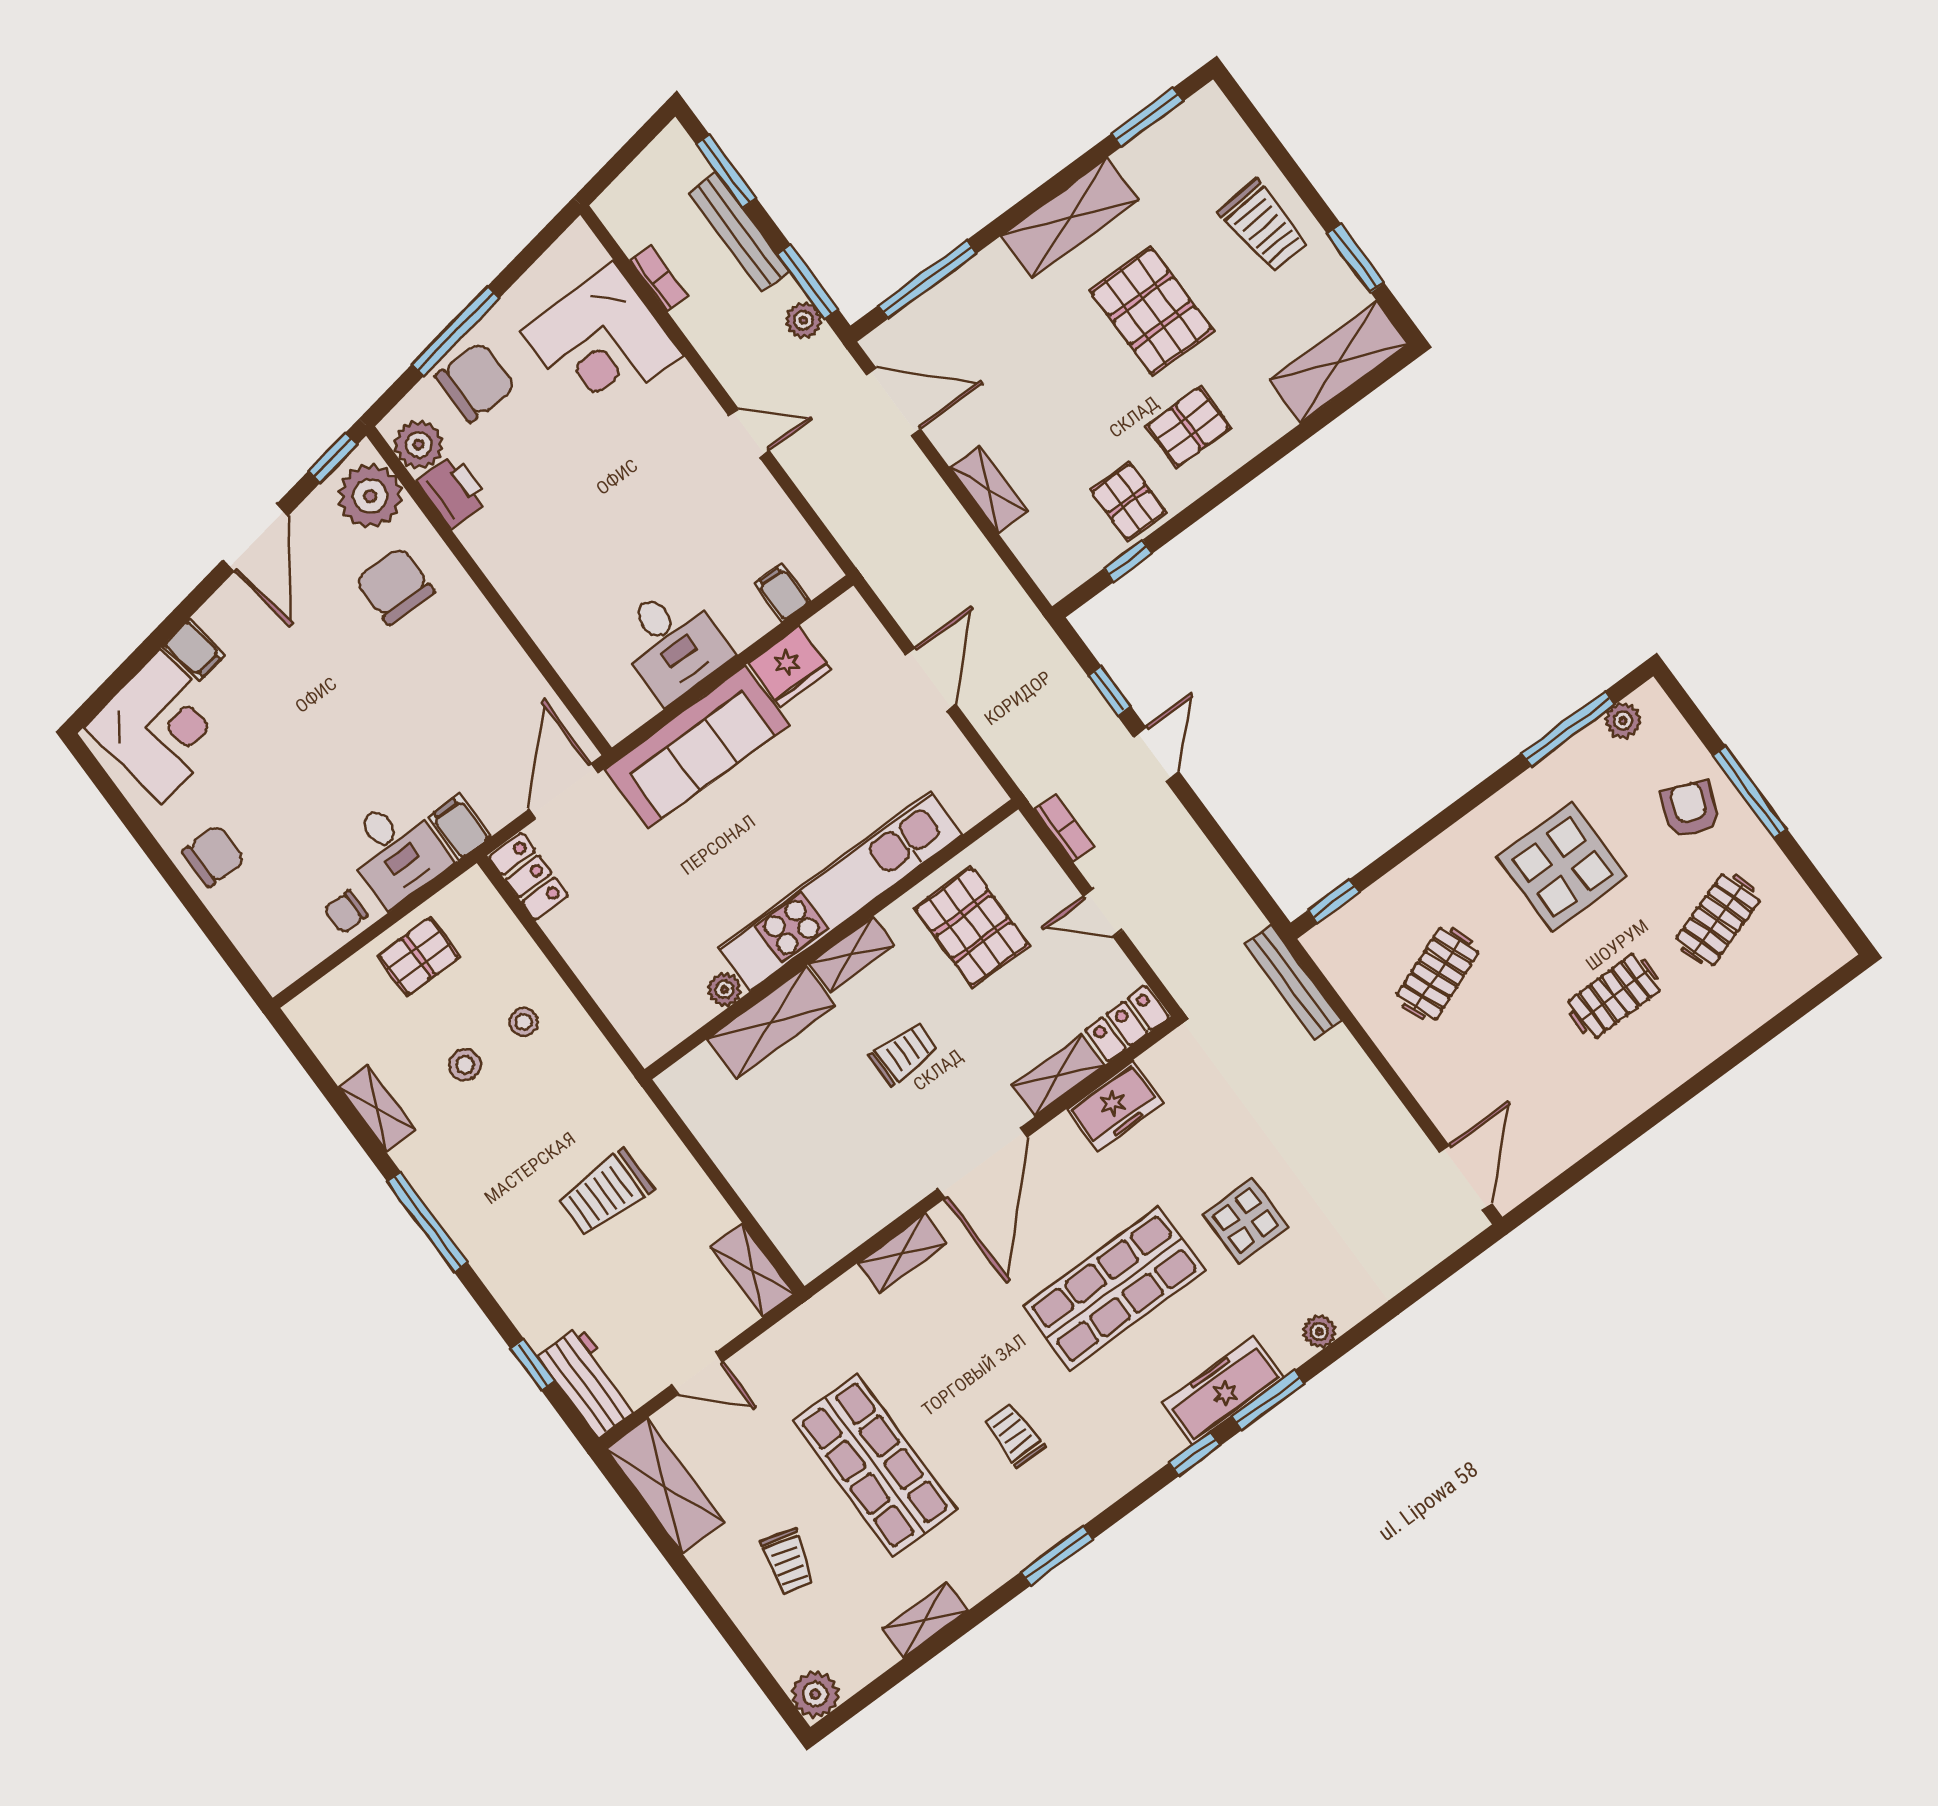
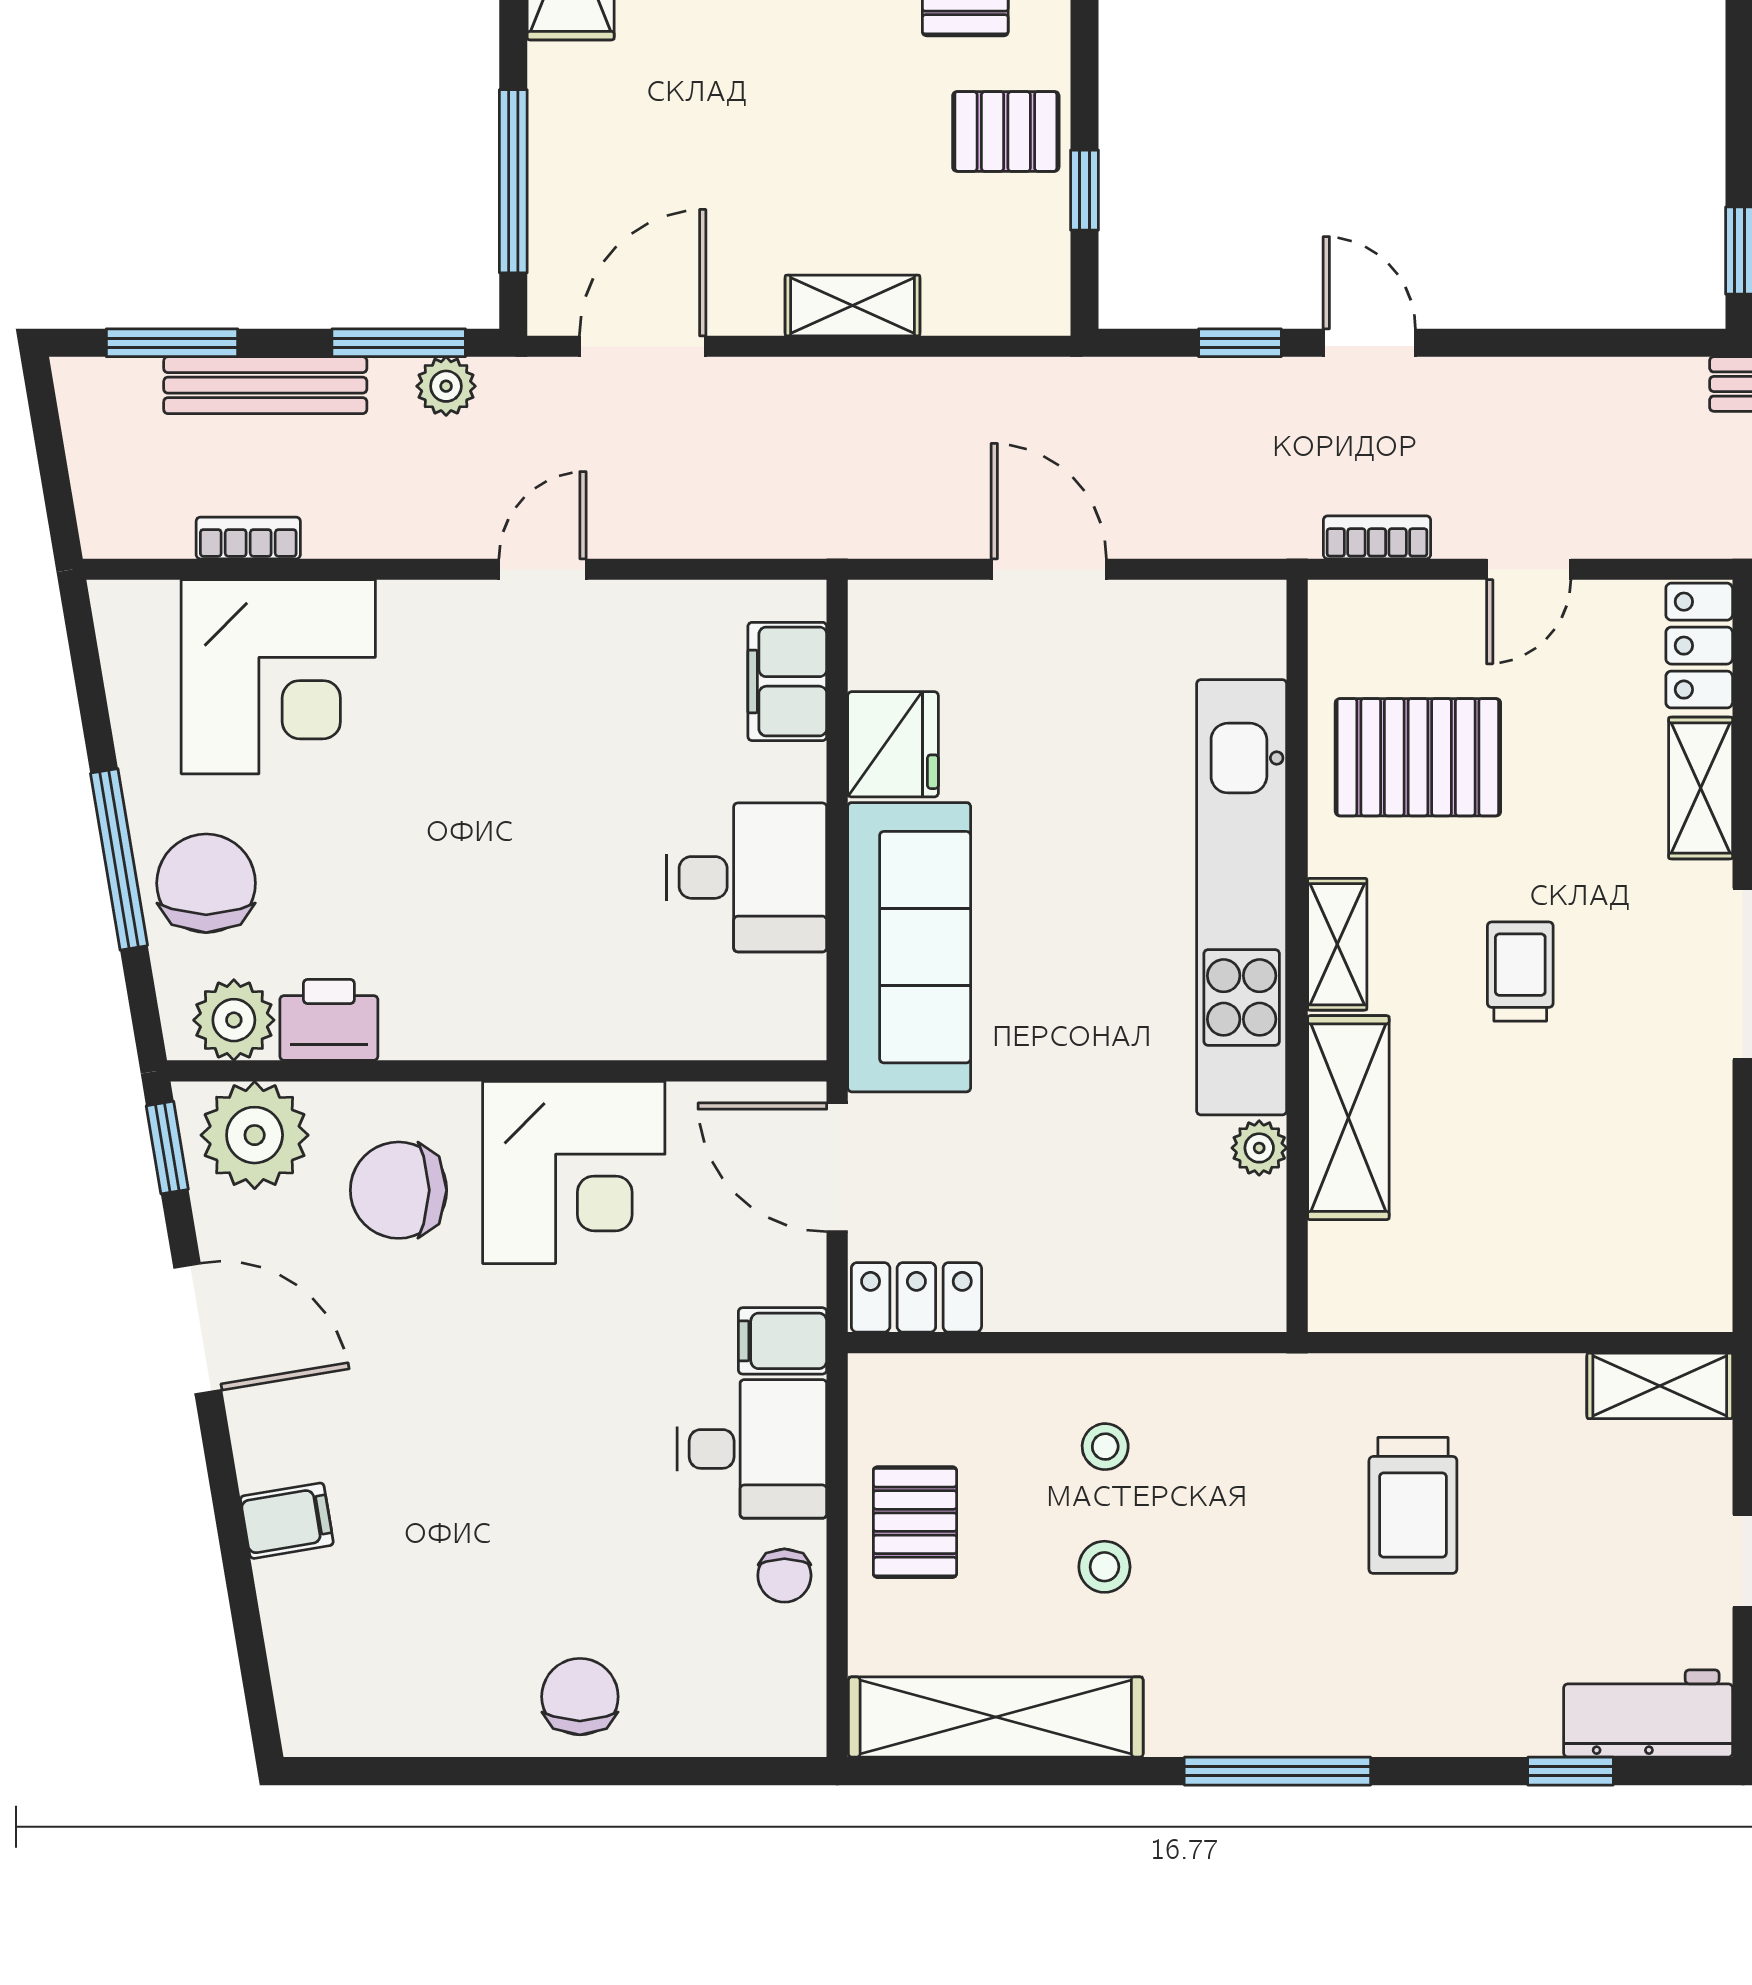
filing cabinet: (782, 592) -> (787, 681), width x2.00
corner desk: (161, 726) -> (574, 1172), moved, turned 100
shelving: (377, 1108) -> (996, 1717), width x2.20, depth x1.33

